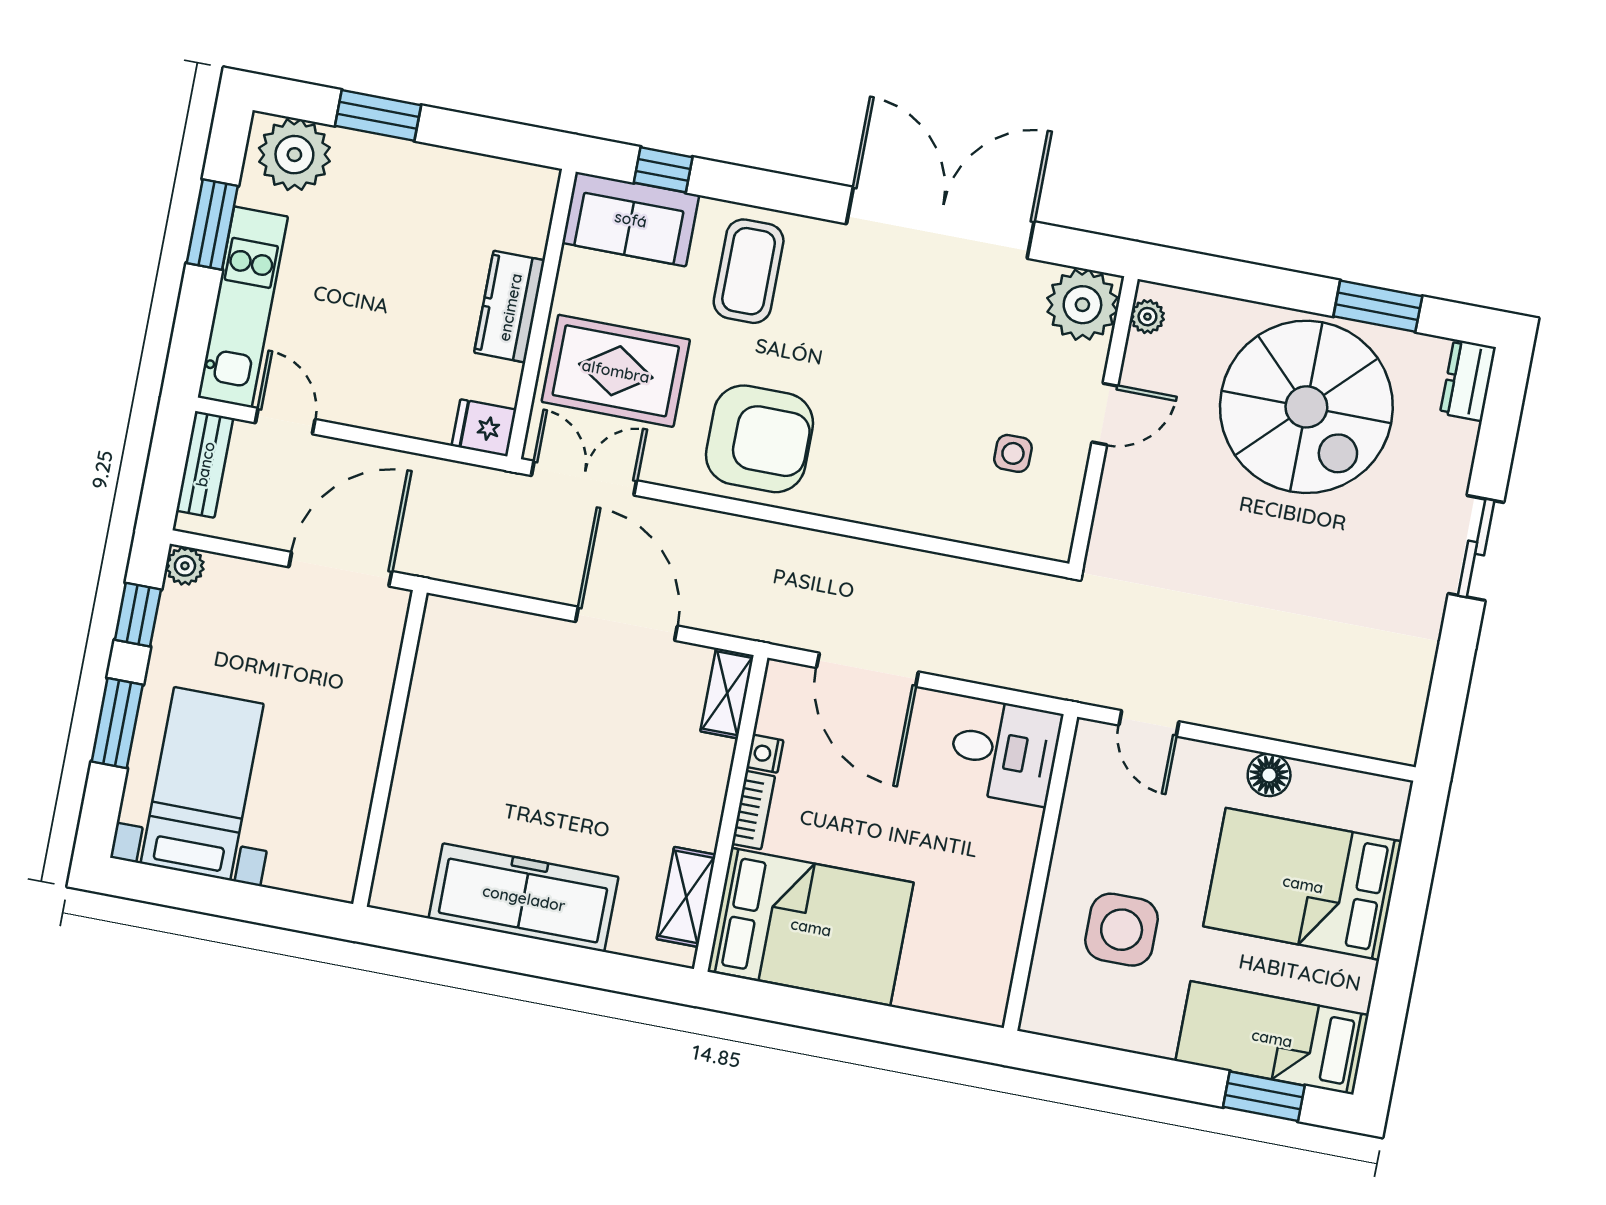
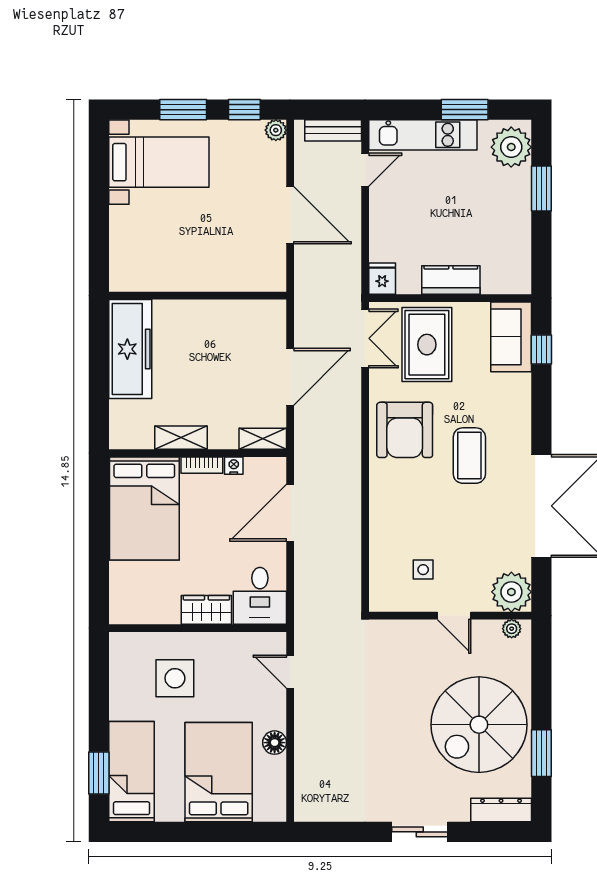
coffee table: (749, 271) -> (469, 456), moved, turned 90
dresser: (1468, 380) -> (501, 810), width x1.44
door: (1149, 723) -> (290, 672), hinge flipped
wall: (390, 748) -> (198, 296), moved
wardrobe: (1011, 851) -> (206, 610), added
shelving: (686, 897) -> (181, 438), moved

